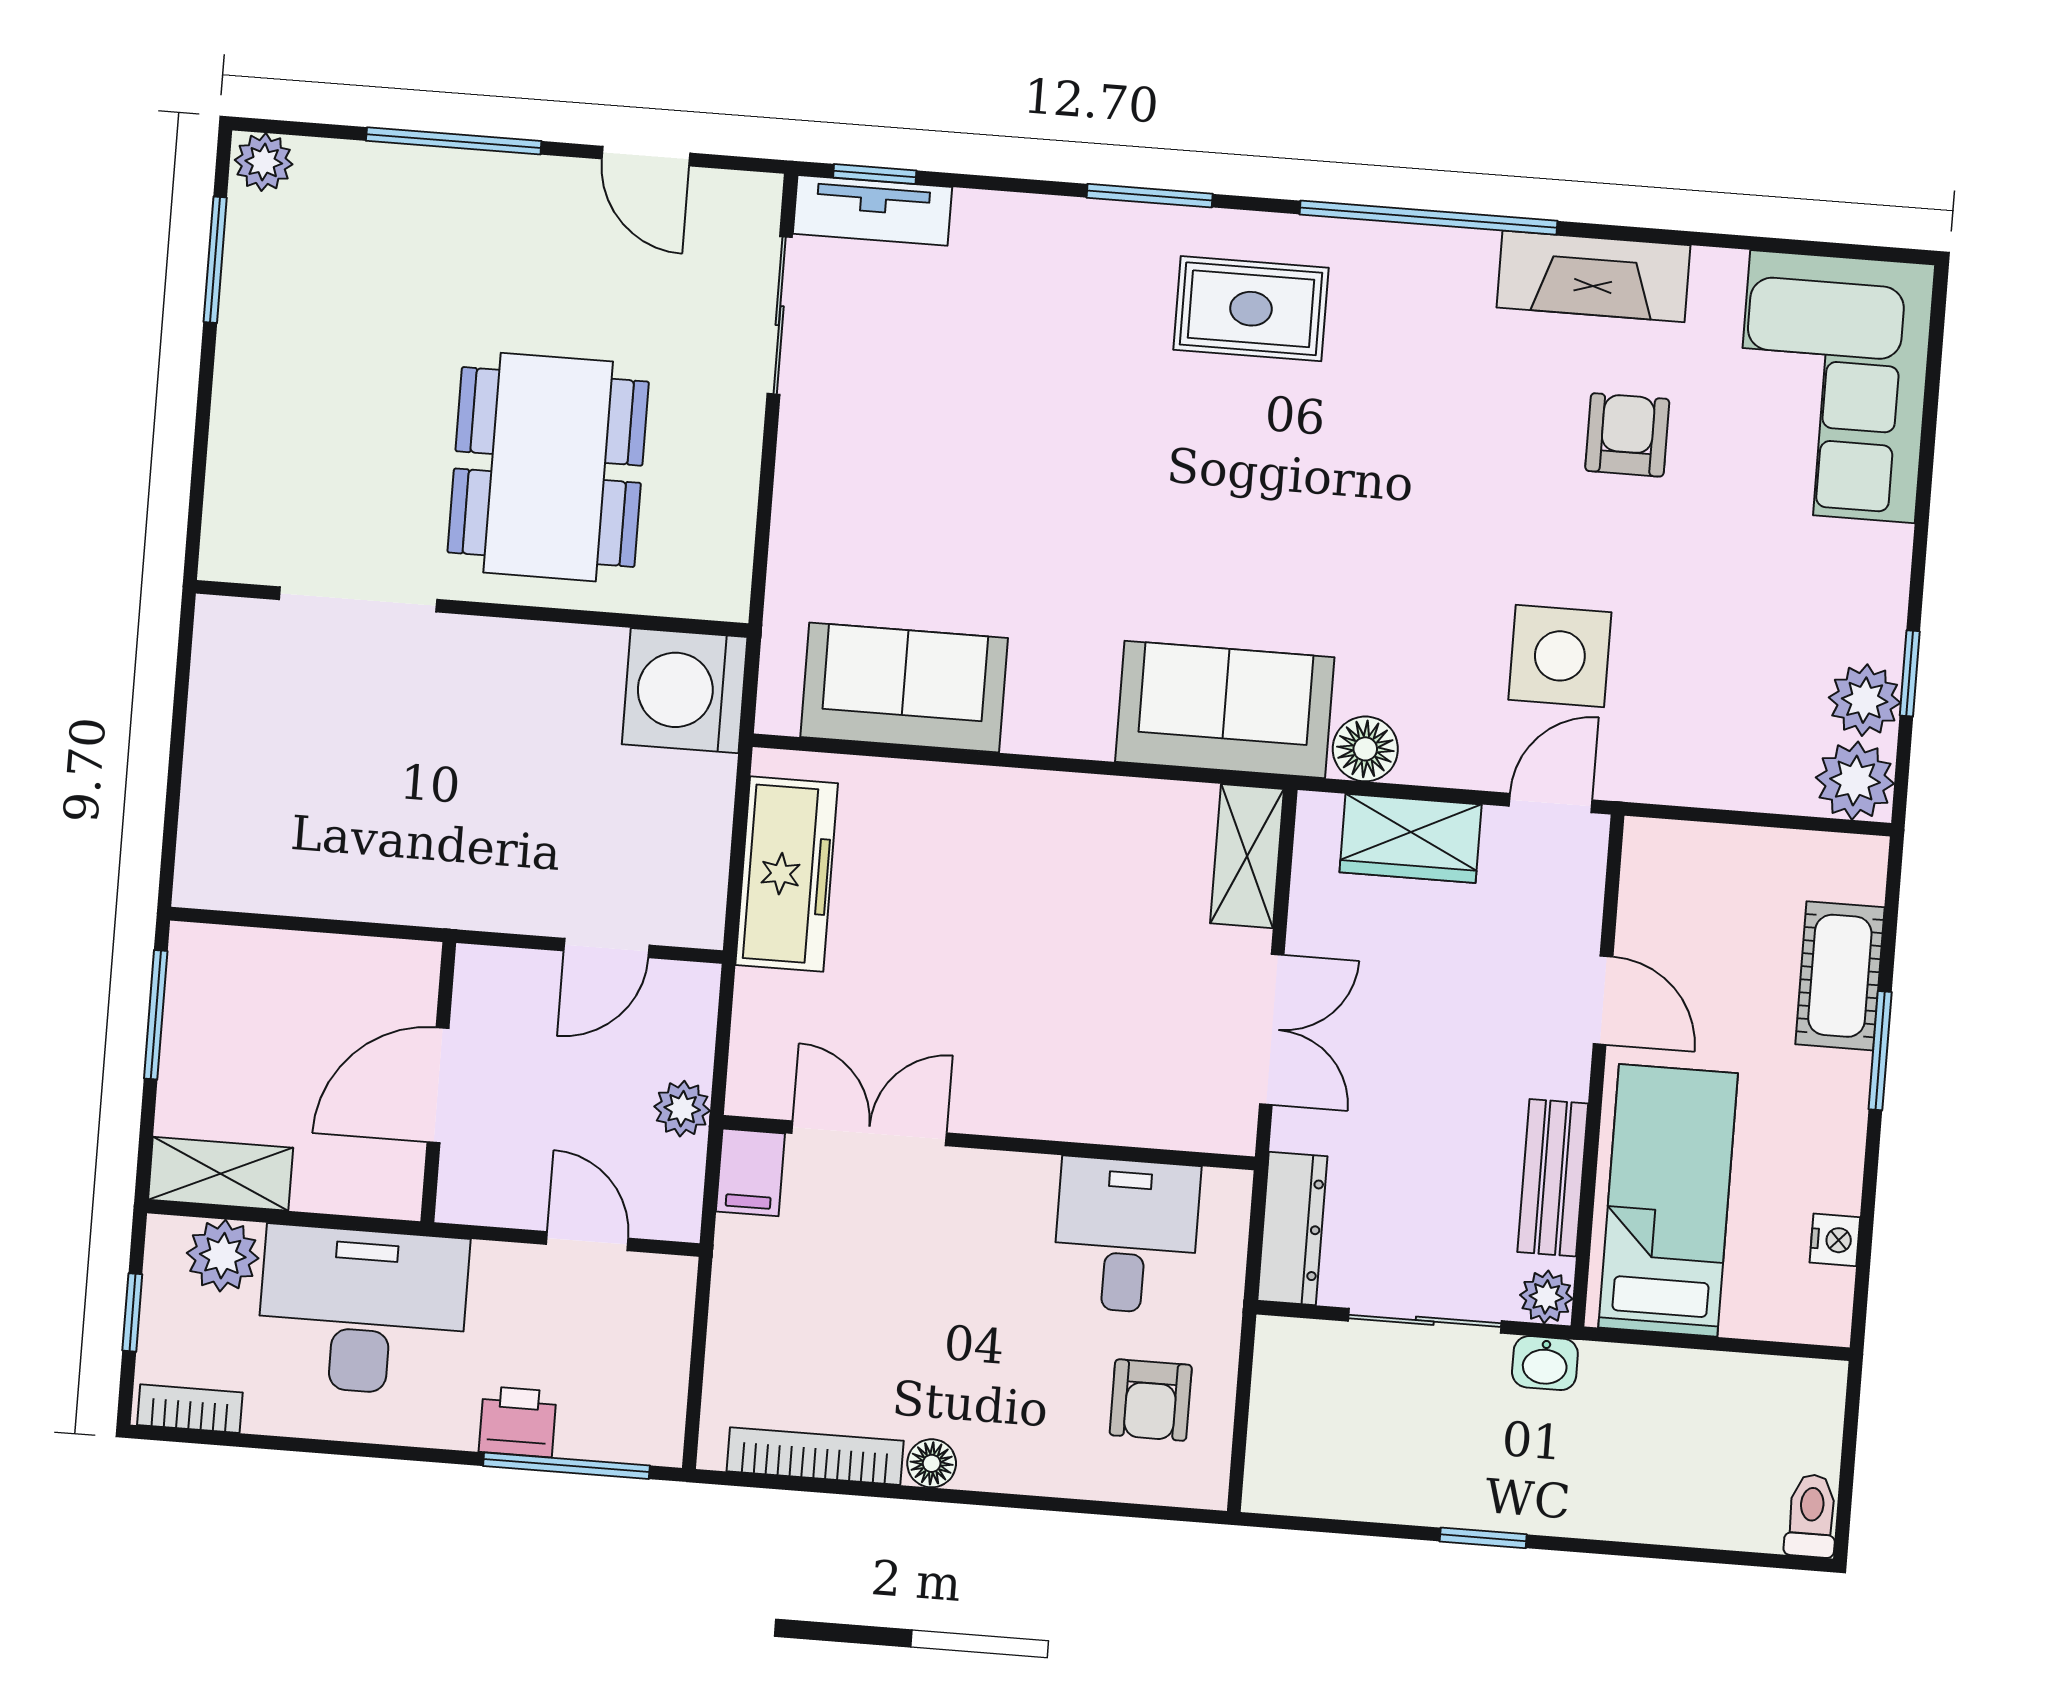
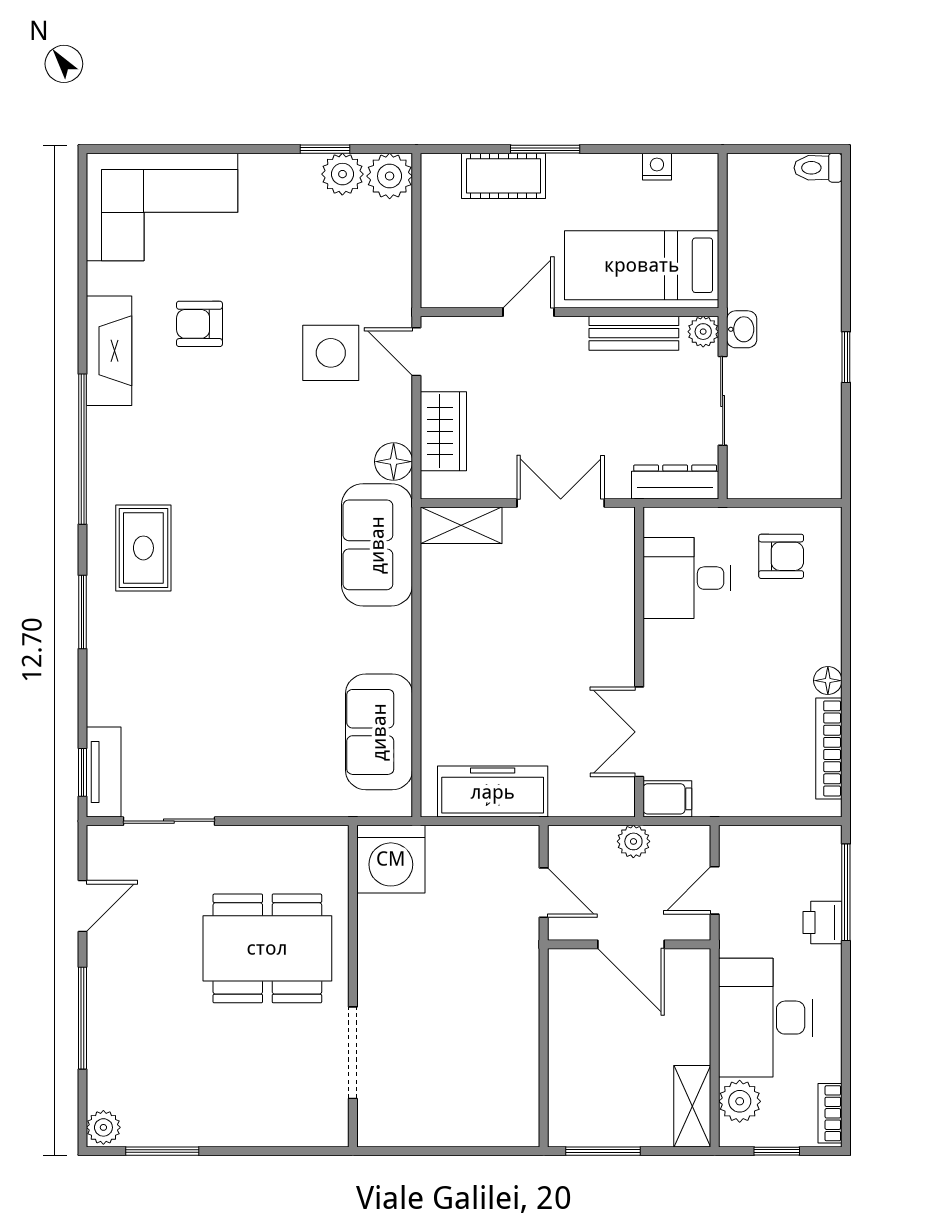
wall: (438, 1082) -> (629, 944), moved
door: (438, 1085) -> (631, 944), moved

